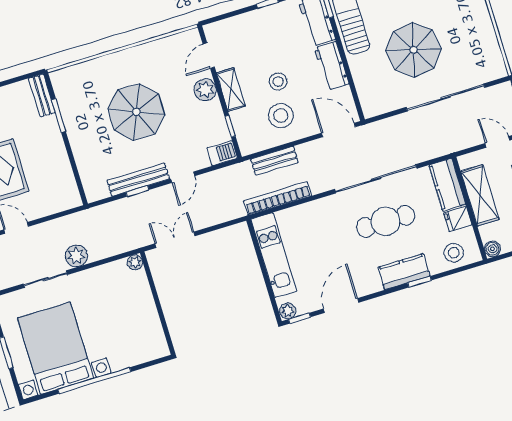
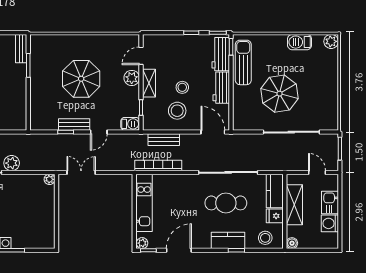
bench: (138, 180) -> (74, 125), width x0.73

